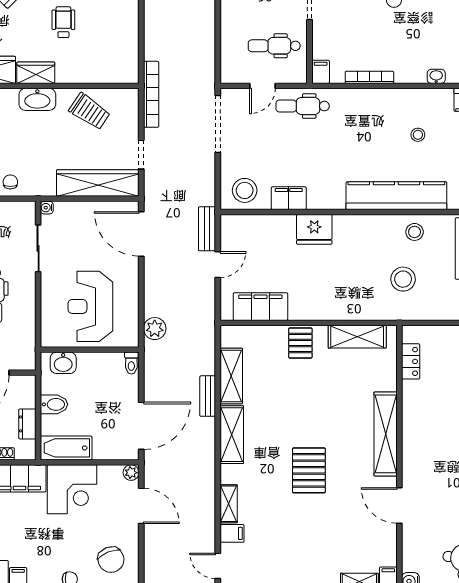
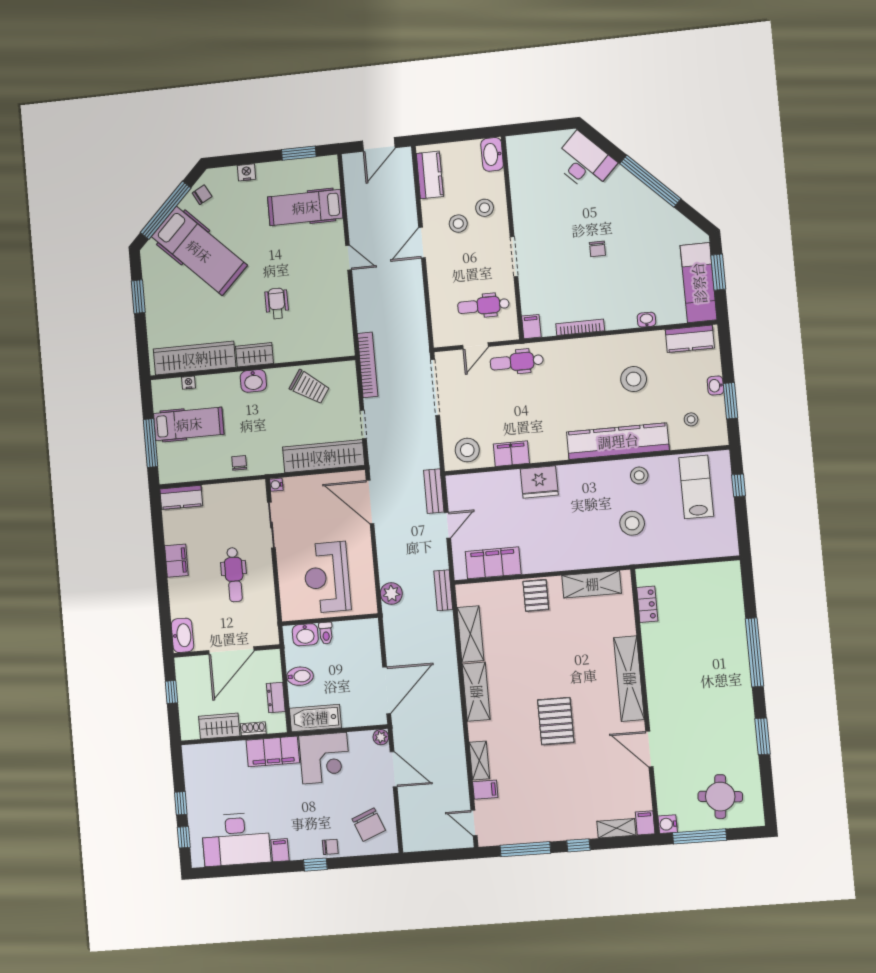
washbasin: (37, 99) -> (253, 381), width x0.72
stool: (418, 135) -> (634, 379), width x1.89, depth x1.89
toilet: (131, 363) -> (326, 633), moved
bench: (208, 396) -> (443, 590), moved

